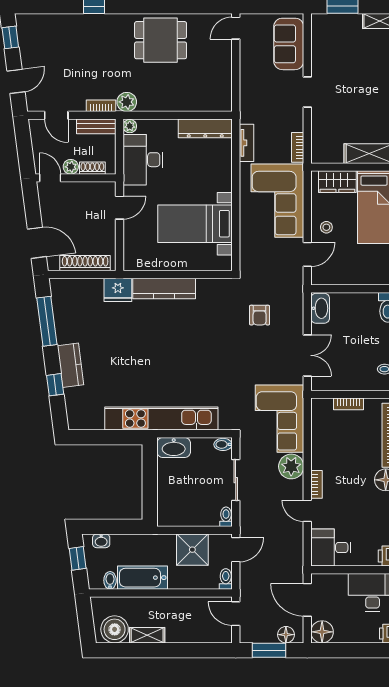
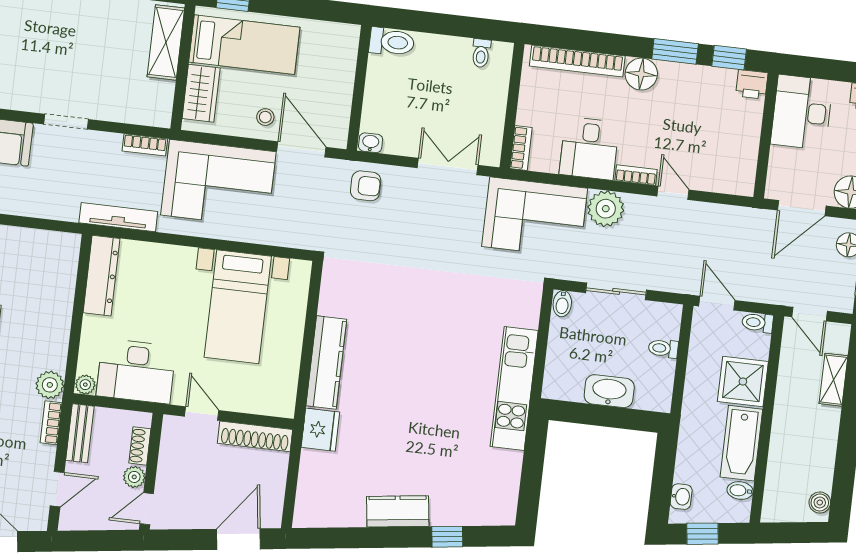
tv unit: (246, 143) -> (118, 217), width x1.41
door: (307, 254) -> (301, 149), width x1.38
shoe rack: (85, 263) -> (255, 436), moved, turned -90
washbasin: (320, 308) -> (371, 143), width x0.52, depth x0.69
armchair: (260, 315) -> (366, 186), moved
window: (47, 321) -> (354, 538), removed
kitchen counter: (71, 365) -> (398, 511), moved
bookcase: (348, 404) -> (521, 148), moved
kitchen unit: (161, 418) -> (514, 388), width x0.73
washbasin: (174, 447) -> (609, 391), moved, turned -90
door: (307, 511) -> (673, 193), swing flipped
toilet: (226, 517) -> (663, 348), moved
desk: (331, 547) -> (589, 148), moved
shower: (192, 550) -> (743, 382), moved
door: (236, 614) -> (809, 314), hinge flipped
boiler: (115, 629) -> (820, 503), width x0.54, depth x0.54
shelving: (147, 635) -> (833, 380), moved

